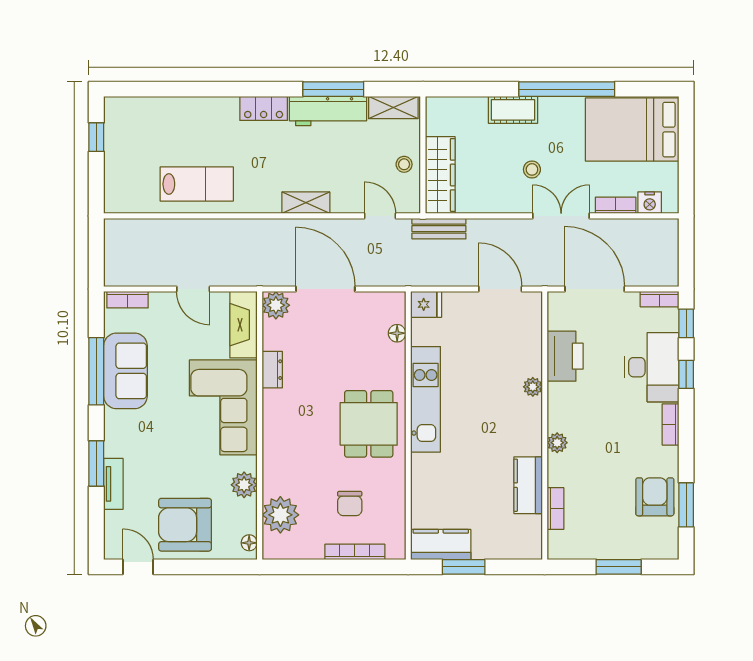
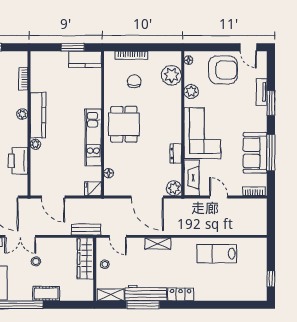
kitchen counter: (528, 485) -> (38, 115), moved, width x1.50

